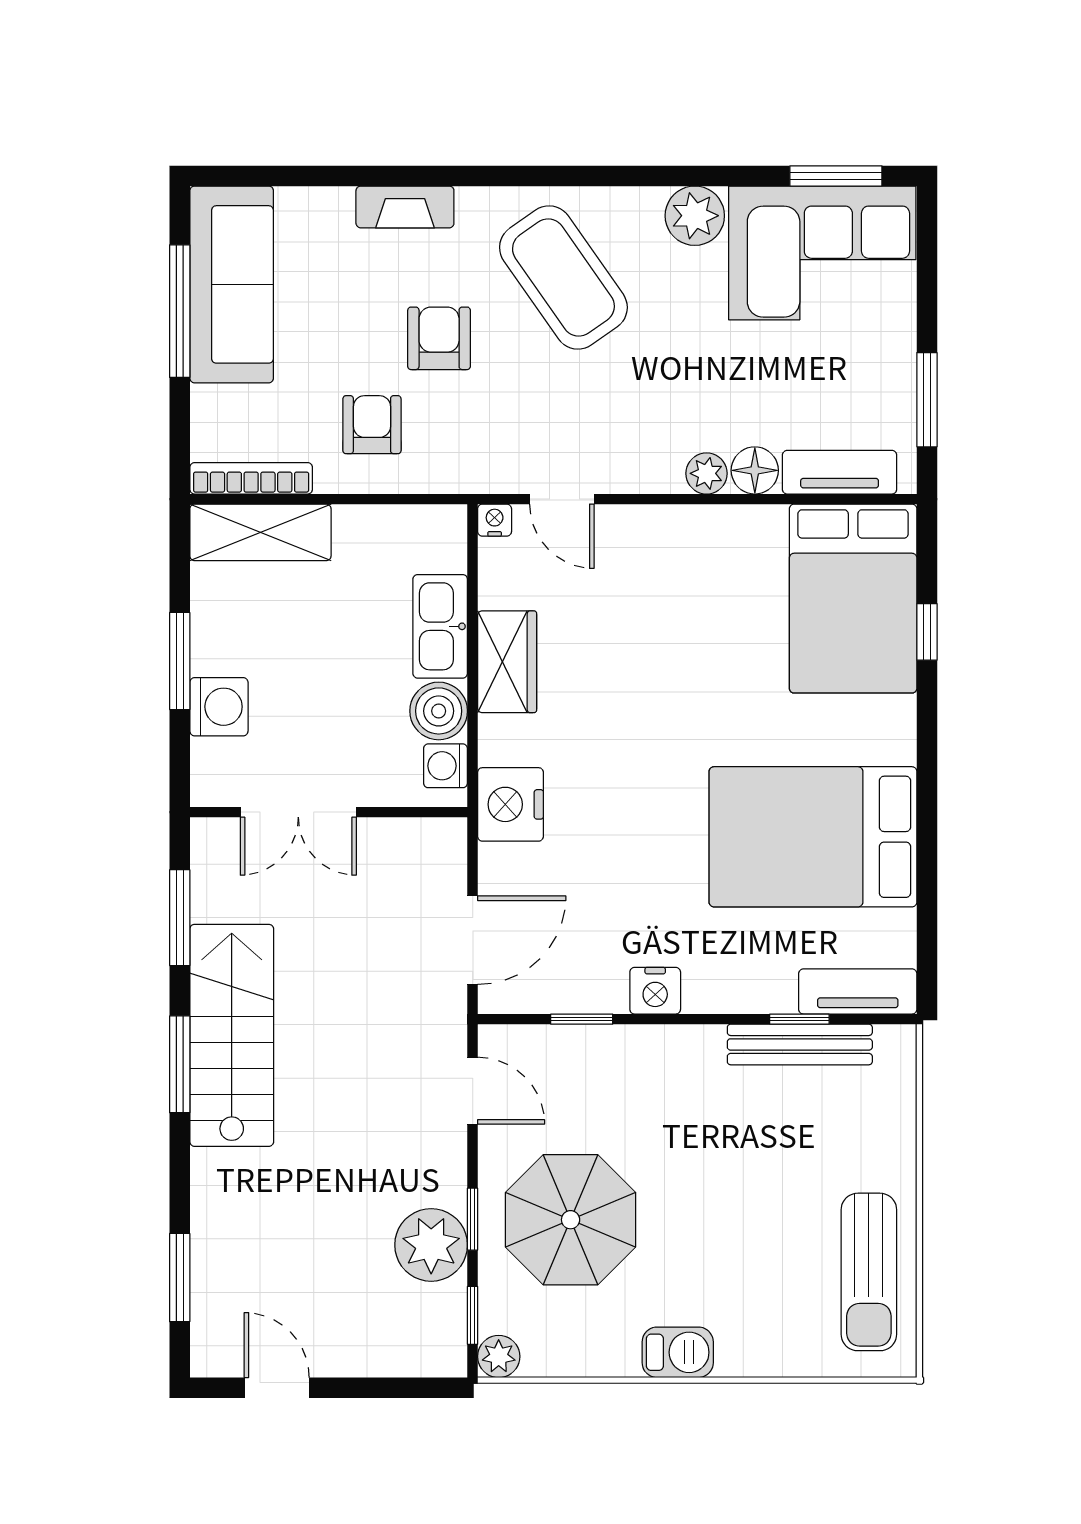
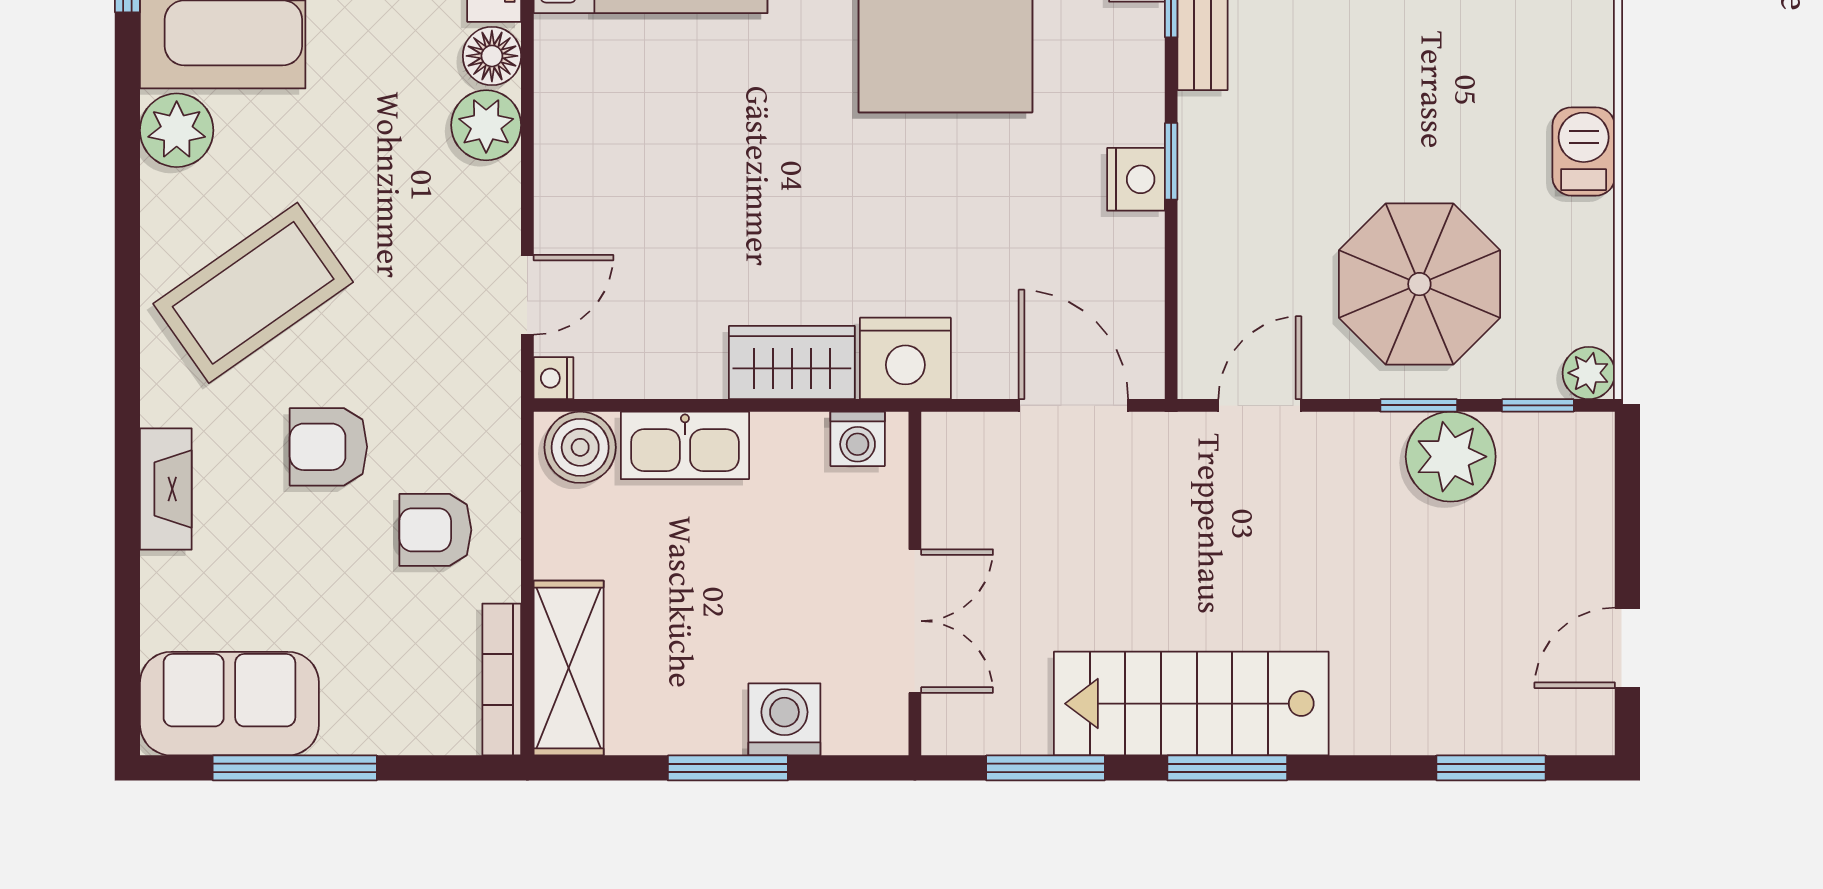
sofa: (232, 284) -> (229, 704), width x0.73
plant: (707, 473) -> (486, 125), width x1.38, depth x1.38
wardrobe: (507, 662) -> (792, 363), moved
boiler: (439, 711) -> (580, 447), moved
window: (582, 1019) -> (1171, 161), moved

